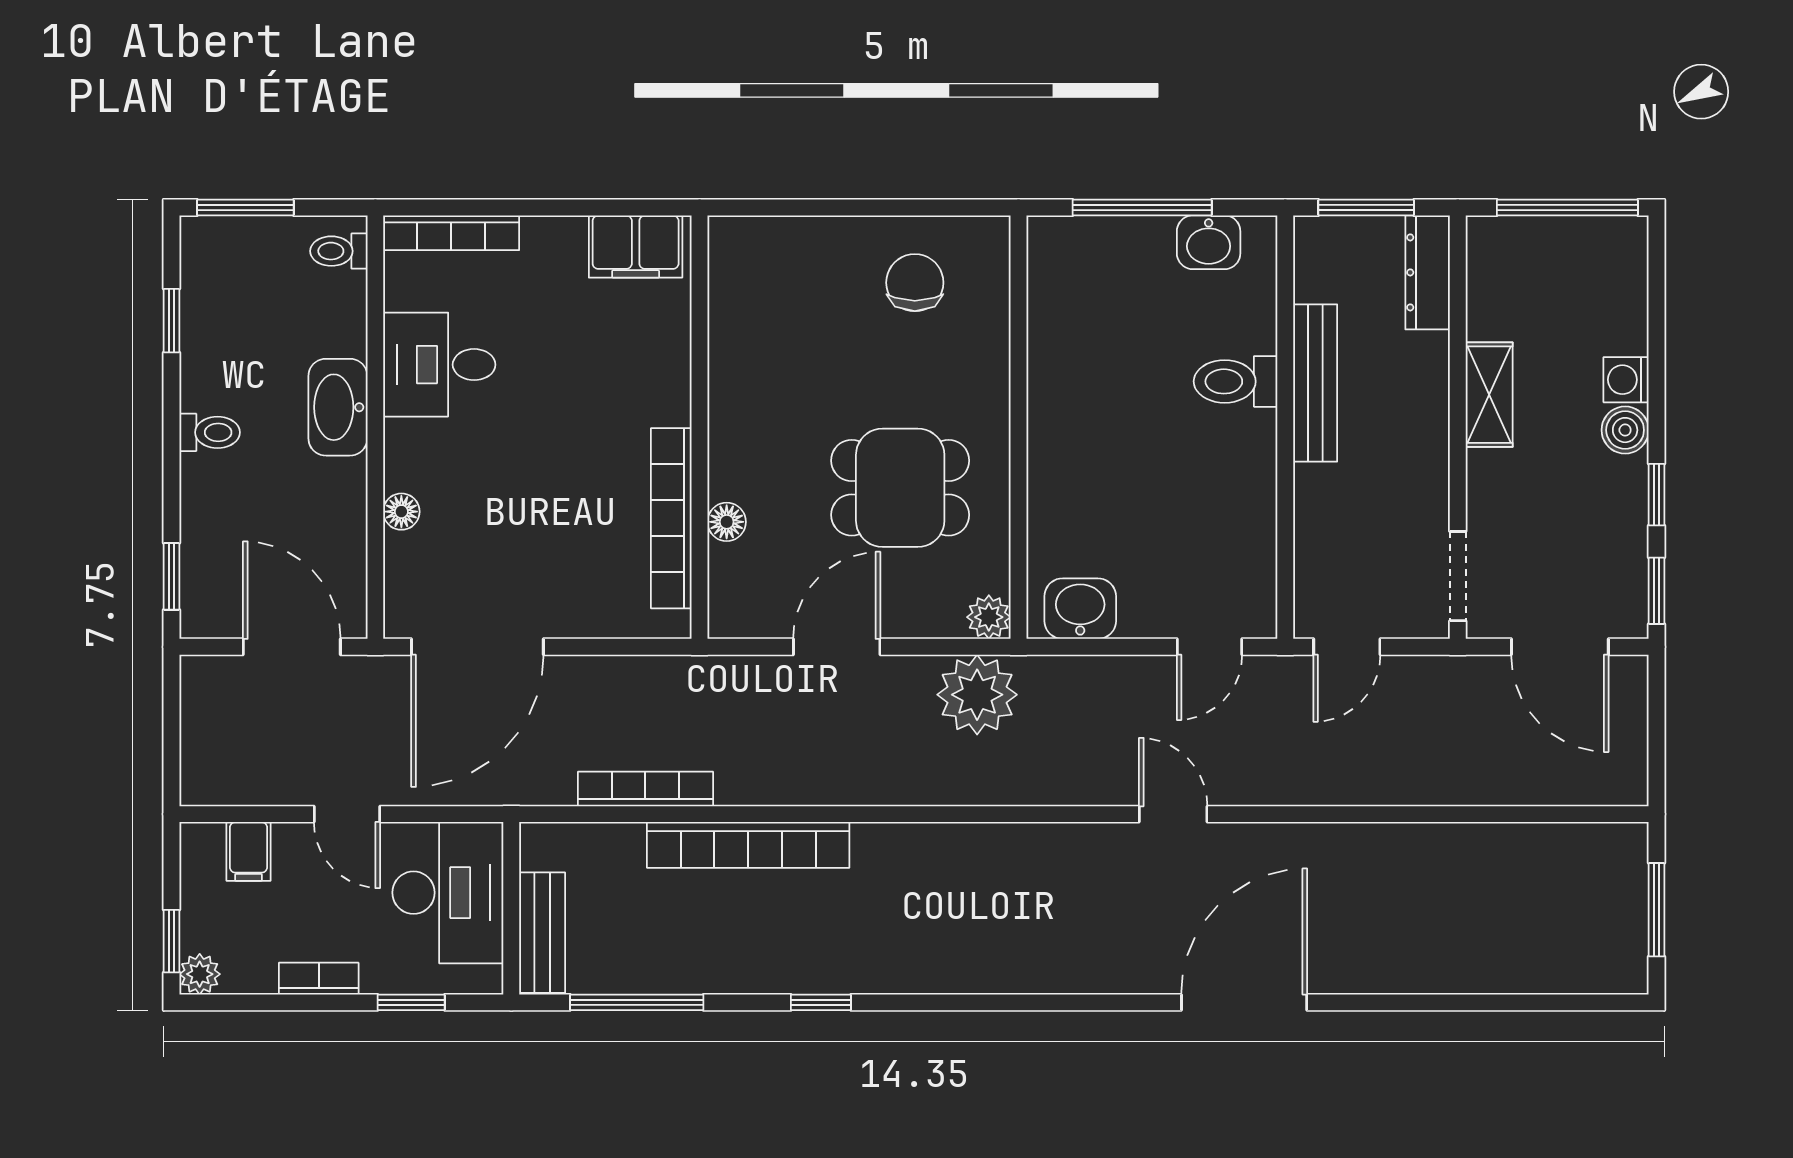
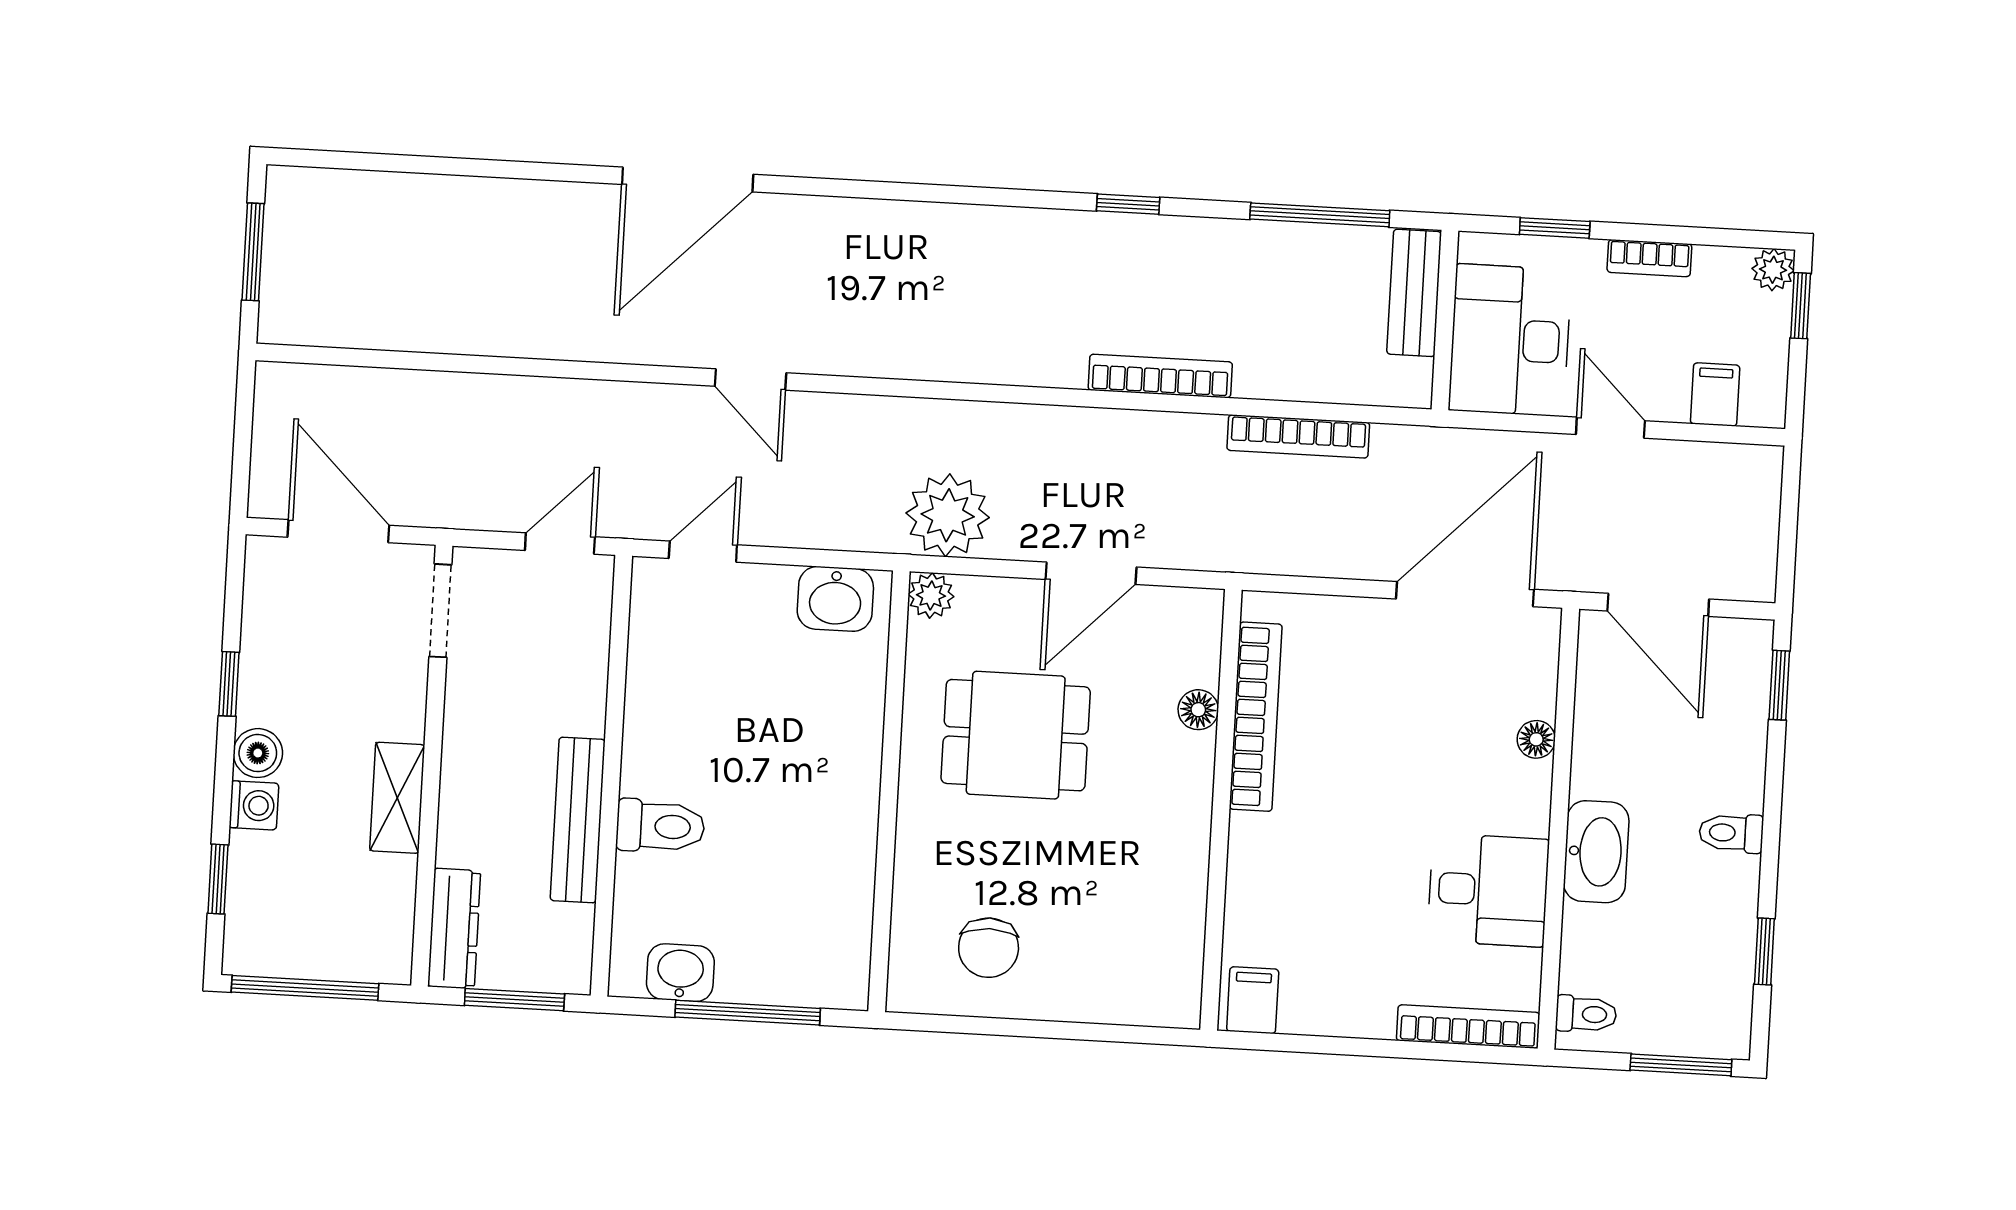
filing cabinet: (636, 247) -> (1253, 1000), width x0.50
window: (1656, 591) -> (218, 879), moved
bookcase: (748, 845) -> (1160, 376), width x0.68, depth x0.76

